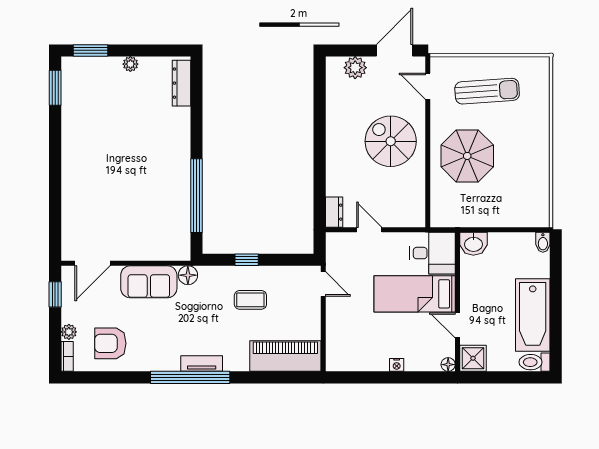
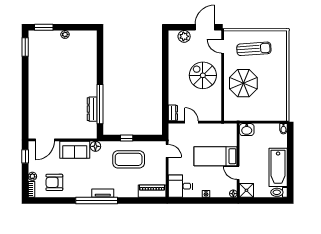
dresser: (182, 83) -> (92, 109), moved
desk: (432, 253) -> (180, 186), moved, turned 180
coffee table: (250, 300) -> (129, 159), width x1.86, depth x1.72
piano: (285, 356) -> (152, 191), width x0.73, depth x0.75

